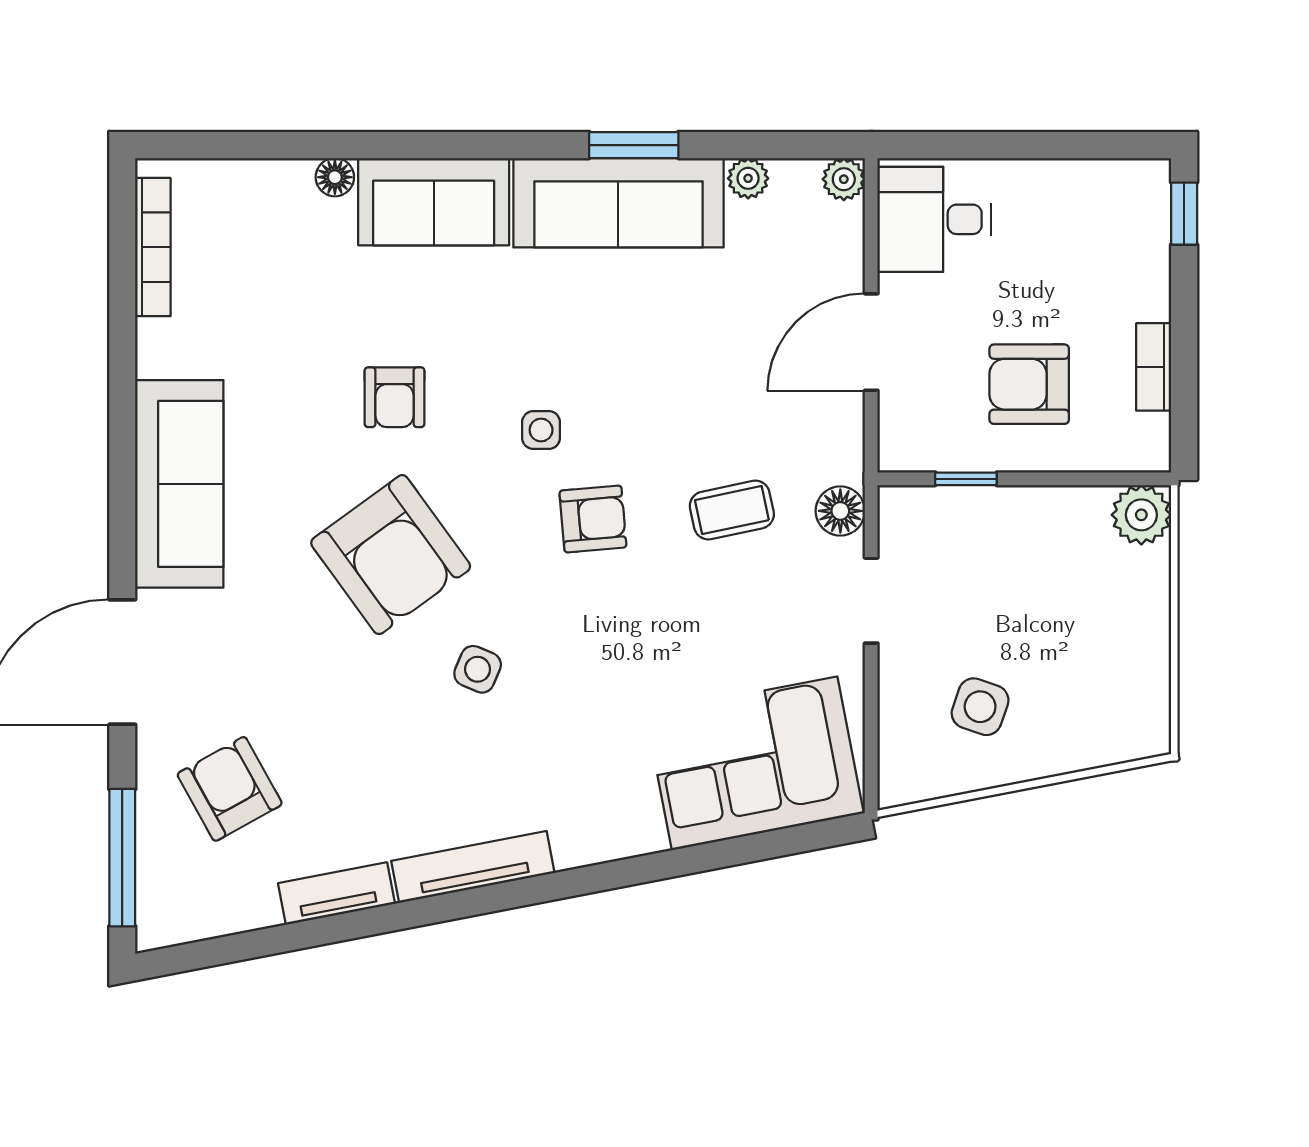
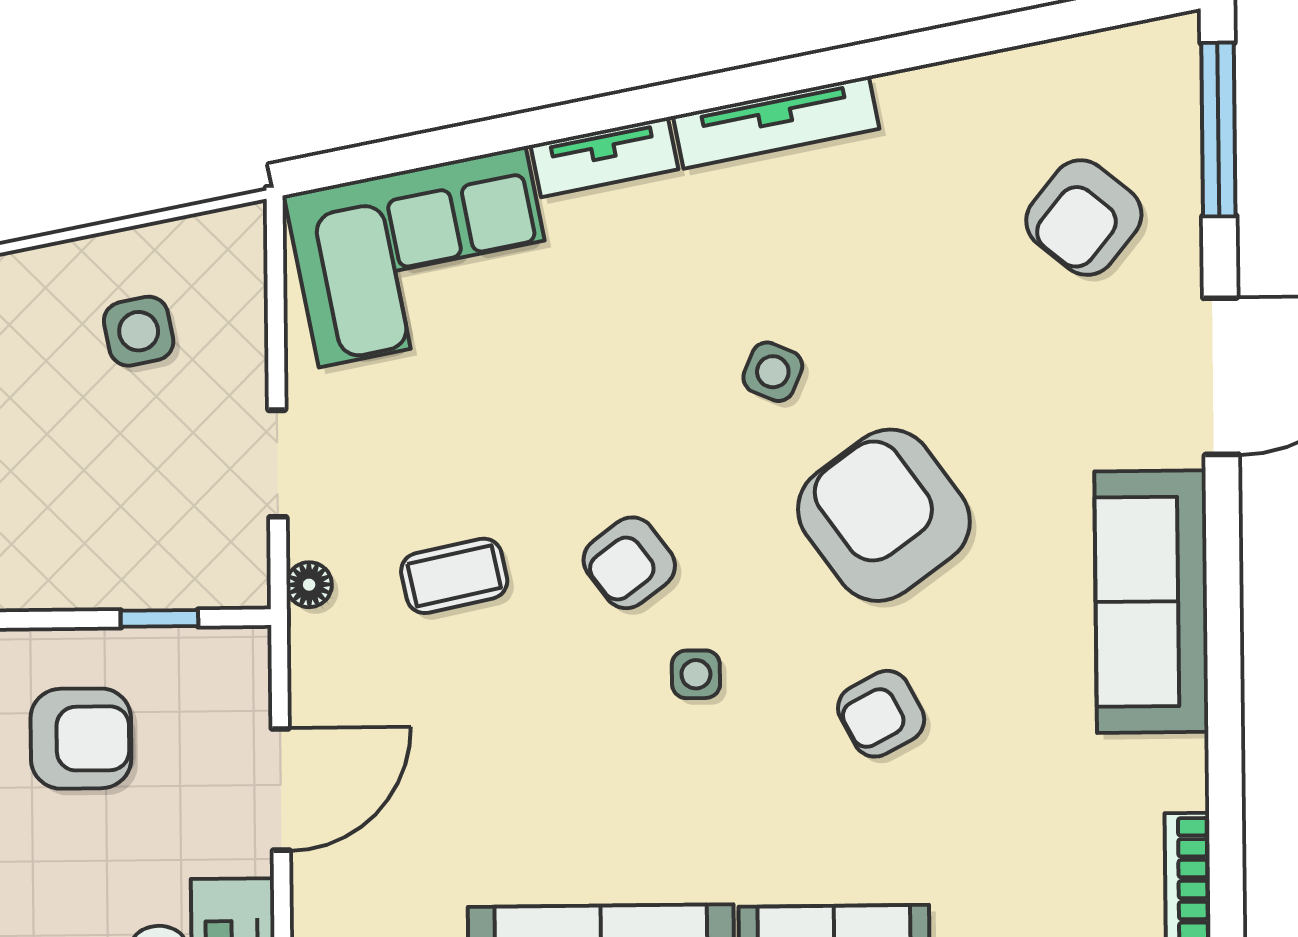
armchair: (395, 397) -> (881, 714), turned -118
floor lamp: (840, 511) -> (309, 585), width x0.73, depth x0.73
armchair: (593, 519) -> (629, 563), turned -32
side table: (980, 707) -> (139, 331), turned -30
armchair: (230, 789) -> (1084, 218), turned 68
tv unit: (337, 893) -> (604, 157), moved

